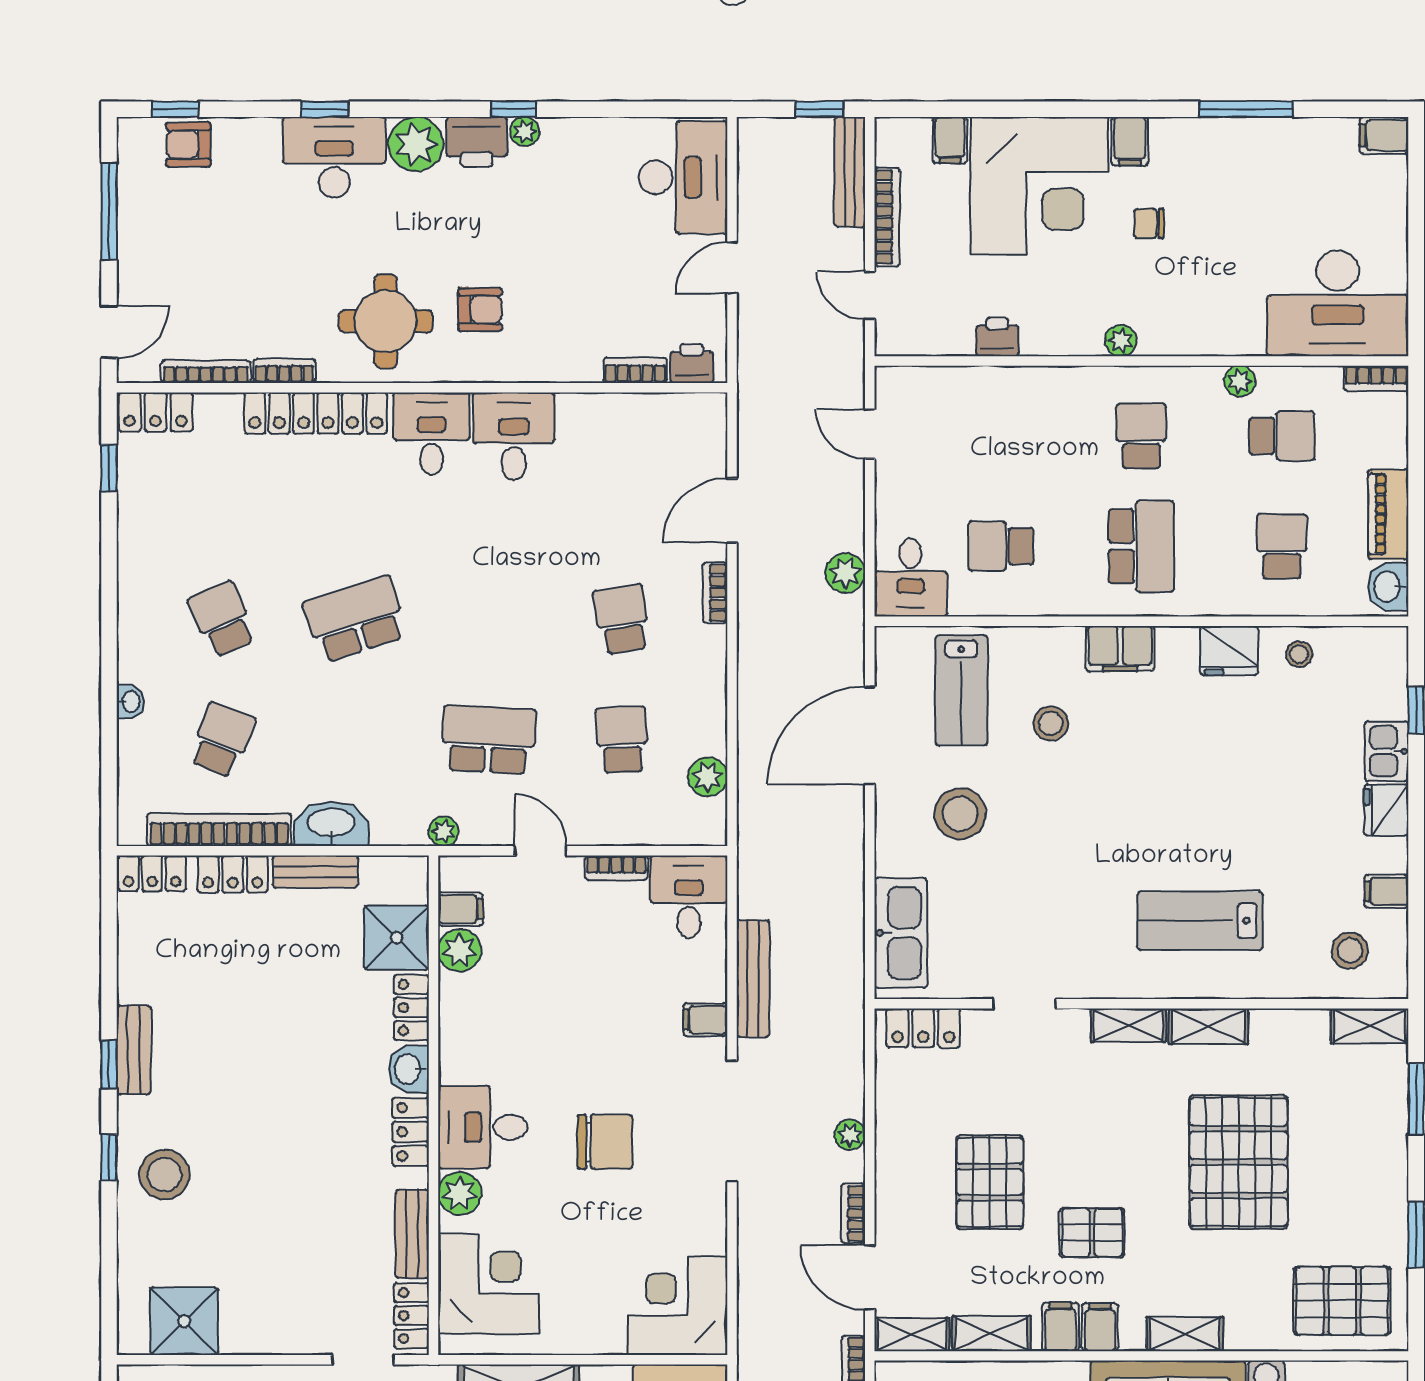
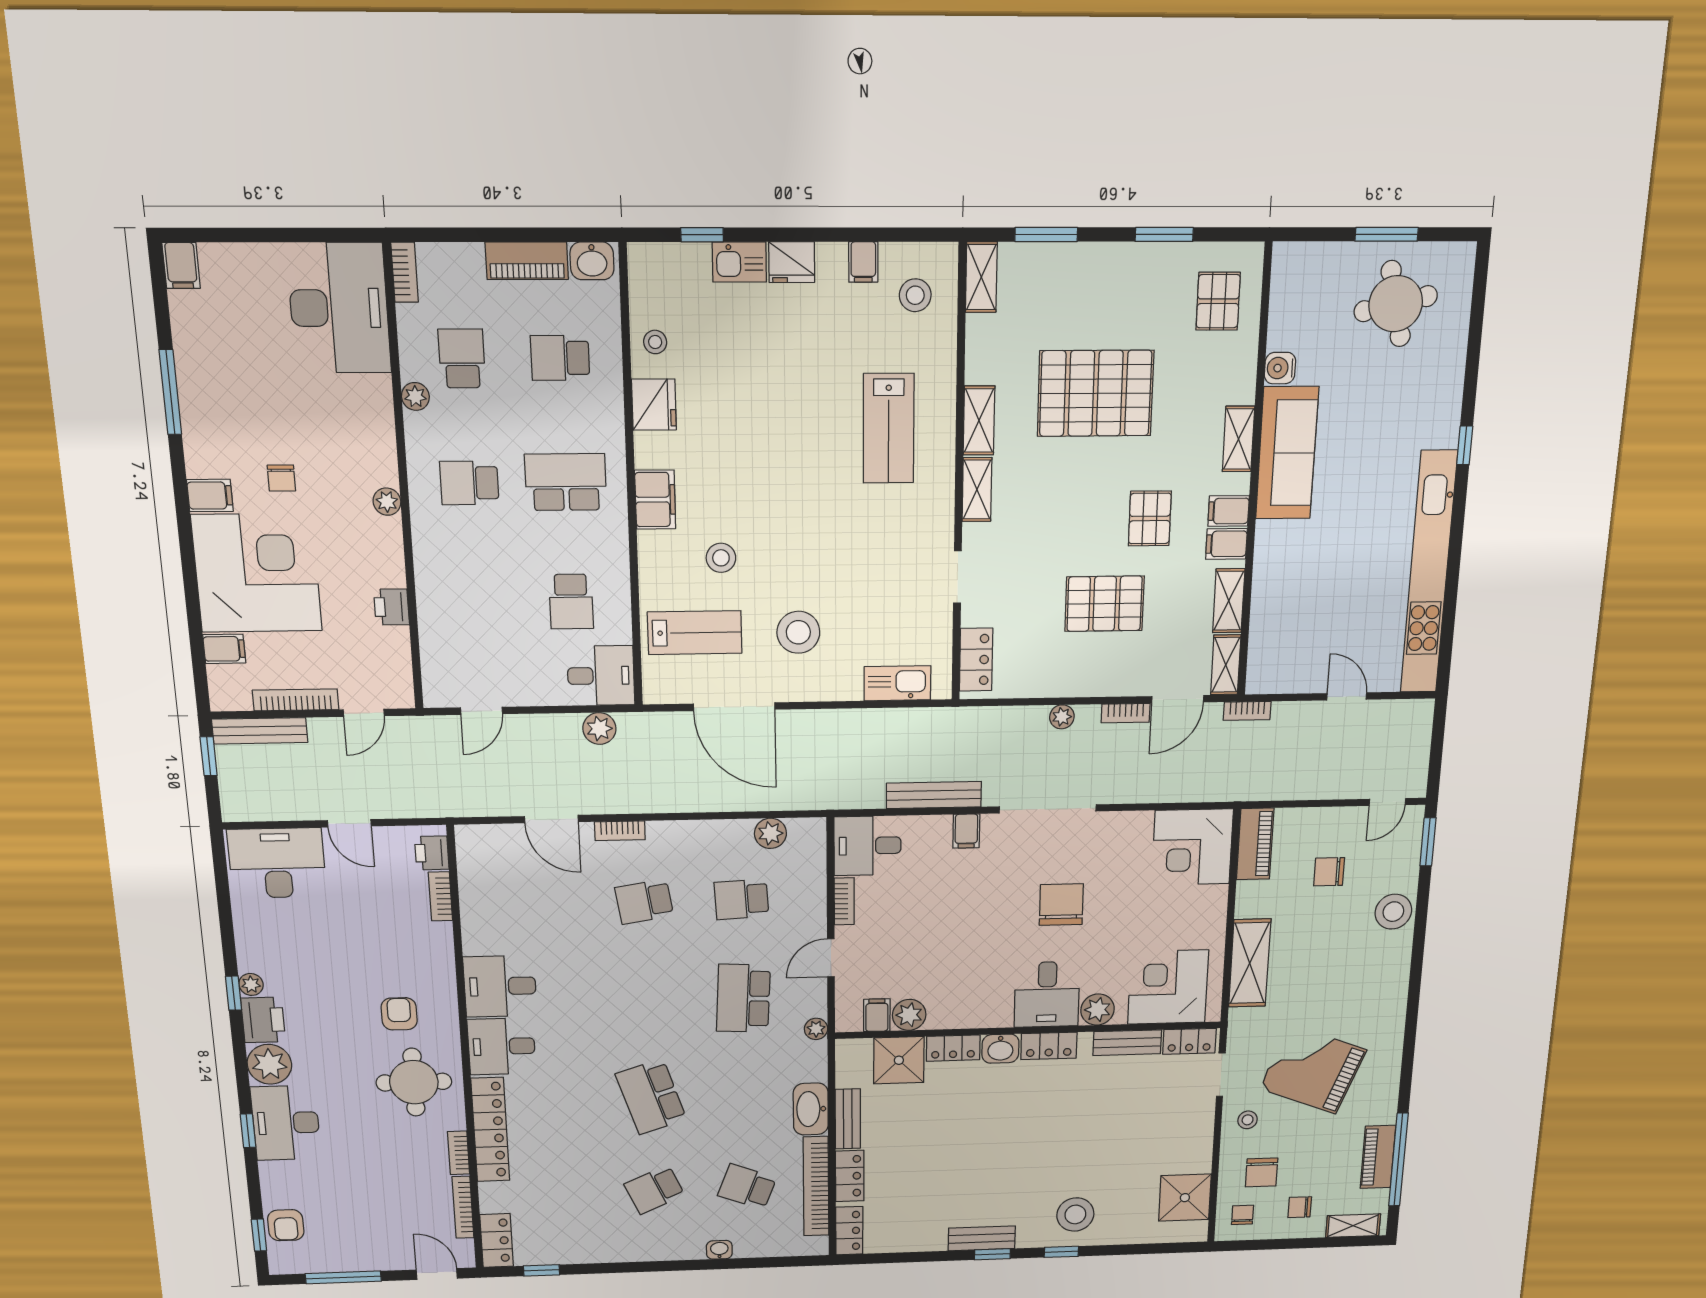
kitchen sink: (901, 933) -> (897, 683), width x0.73, depth x0.81
pallet: (1342, 1301) -> (1218, 301), width x0.67, depth x0.71

